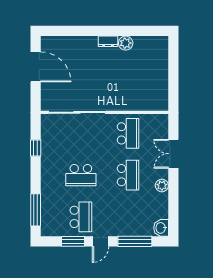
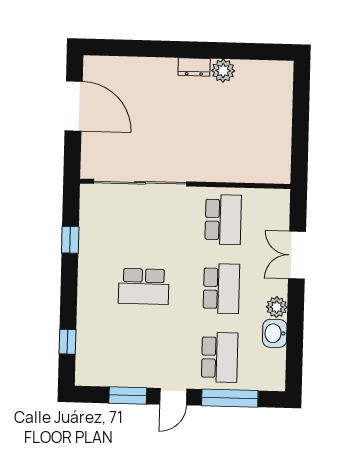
window: (36, 210) -> (67, 342), width x0.46
school desk: (81, 217) -> (220, 357), moved
washbasin: (161, 228) -> (275, 333), moved

